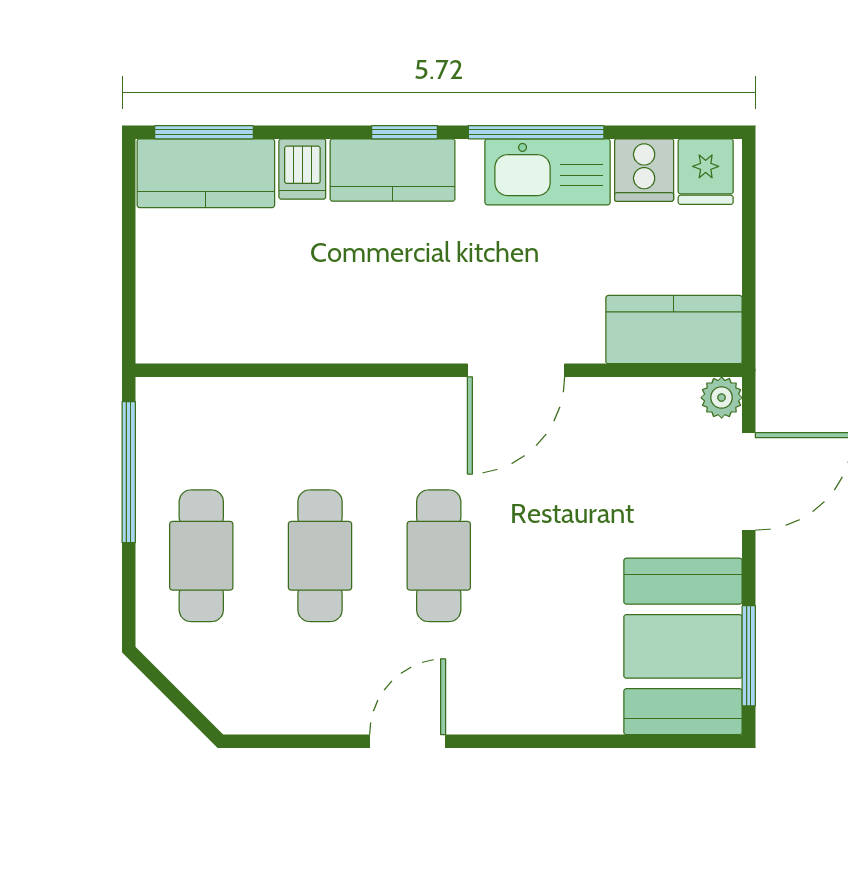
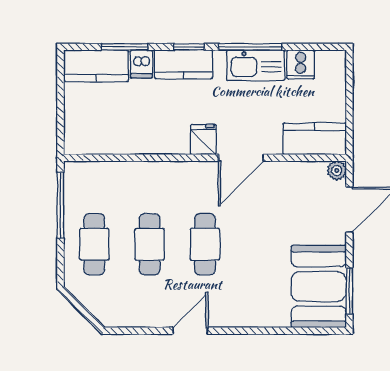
window: (204, 132) -> (125, 47), moved
fridge: (706, 172) -> (203, 139), moved, turned 180

